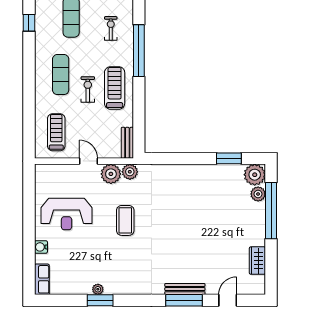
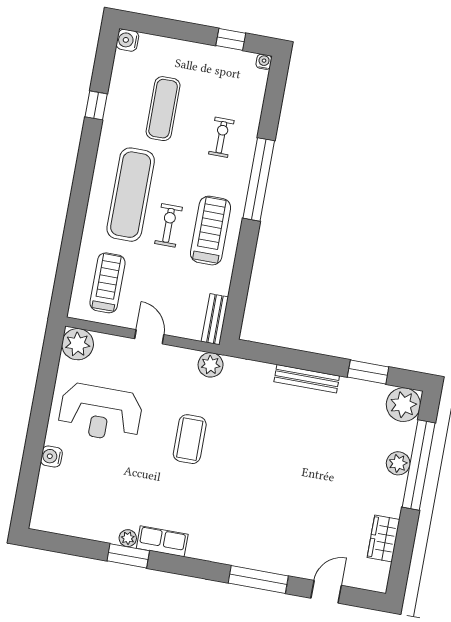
exercise mat: (61, 75) -> (131, 195), width x1.36, depth x1.45
plant: (111, 174) -> (78, 344), moved
plant: (258, 194) -> (398, 463), moved
row of seats: (42, 279) -> (162, 541), moved, turned -90
bench: (185, 289) -> (307, 379), moved

